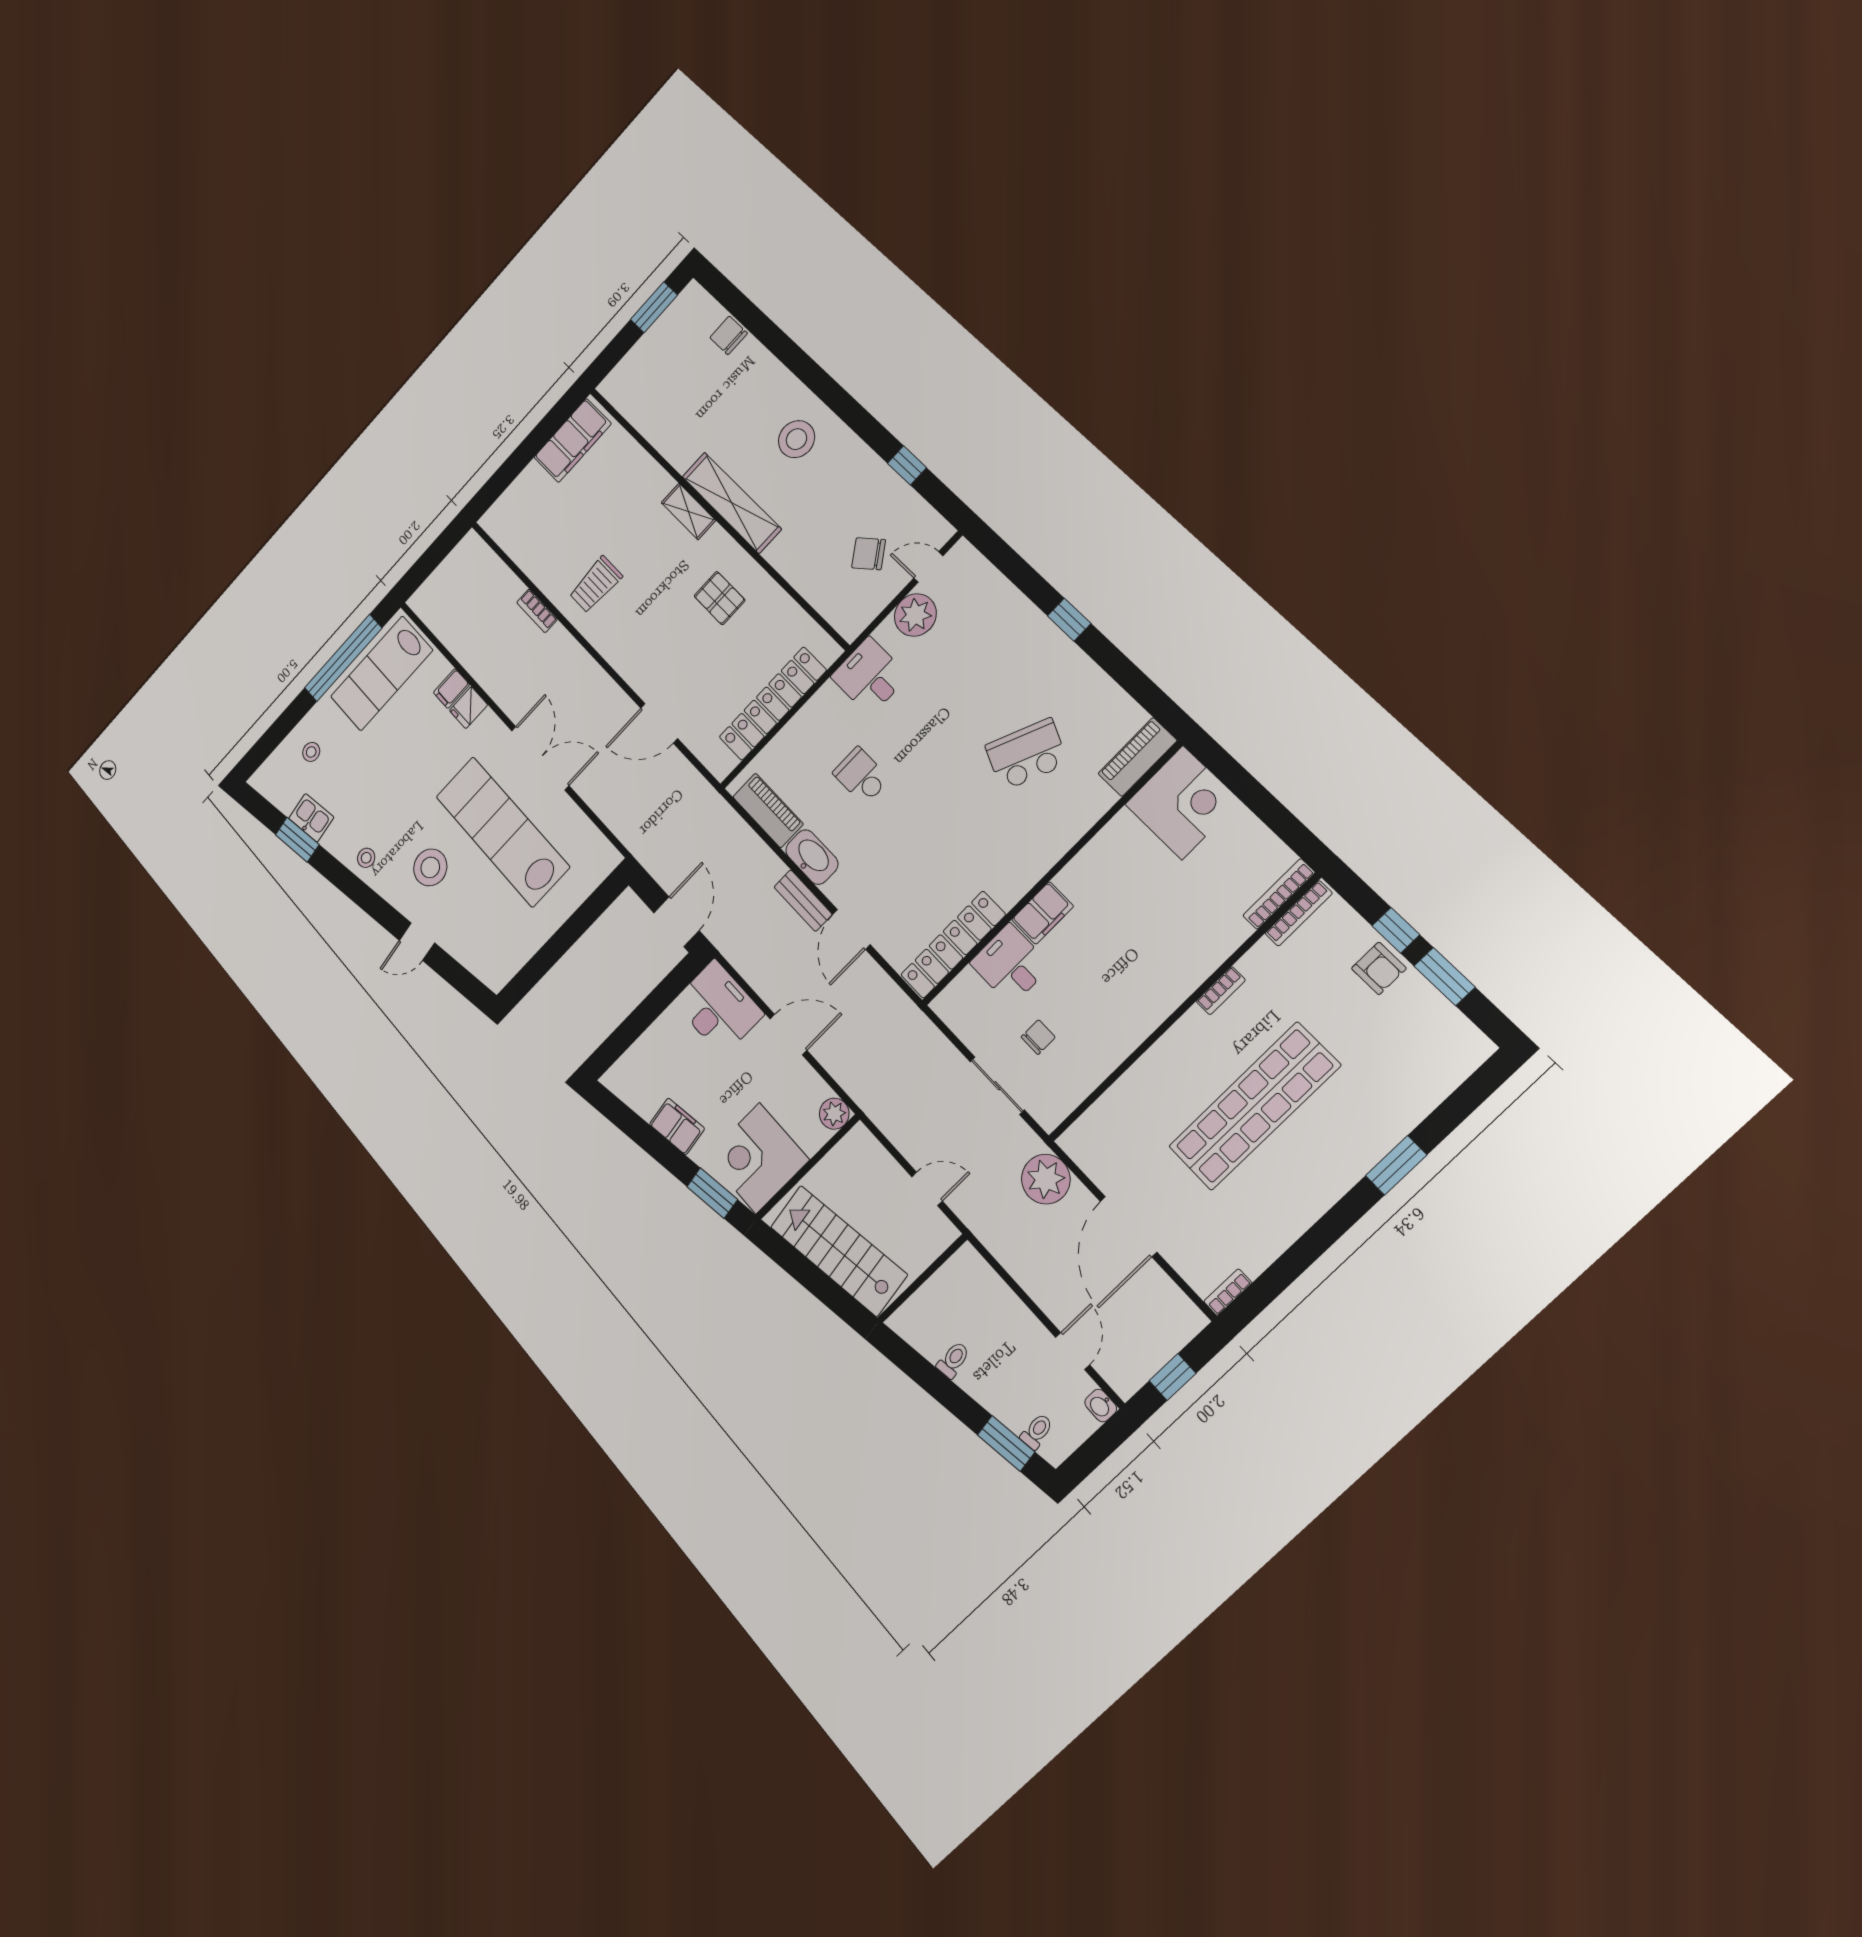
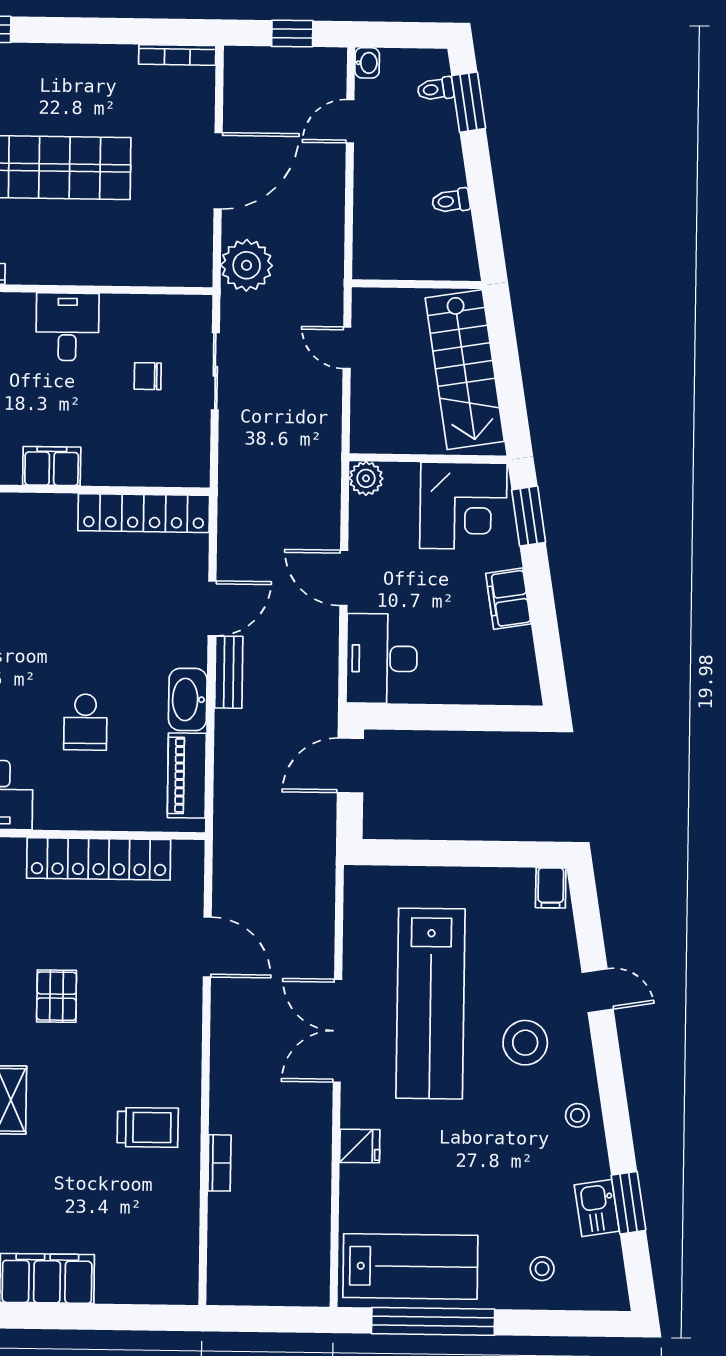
filing cabinet: (451, 689) -> (551, 888), moved, turned 90
desk: (1010, 964) -> (67, 327), moved, turned 180
bookcase: (1228, 1292) -> (177, 55), width x1.56

